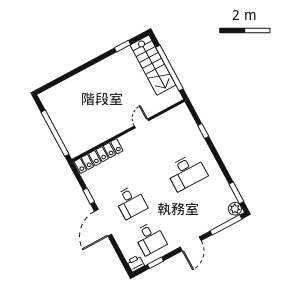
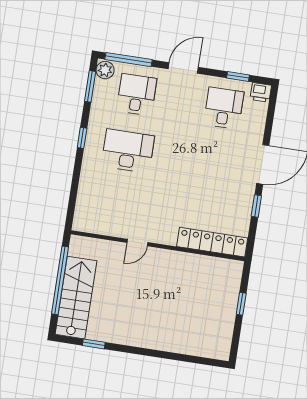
window: (203, 131) -> (82, 138), moved
window: (55, 133) -> (241, 304), width x0.32
desk: (131, 202) -> (137, 95), moved

